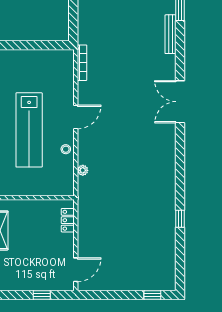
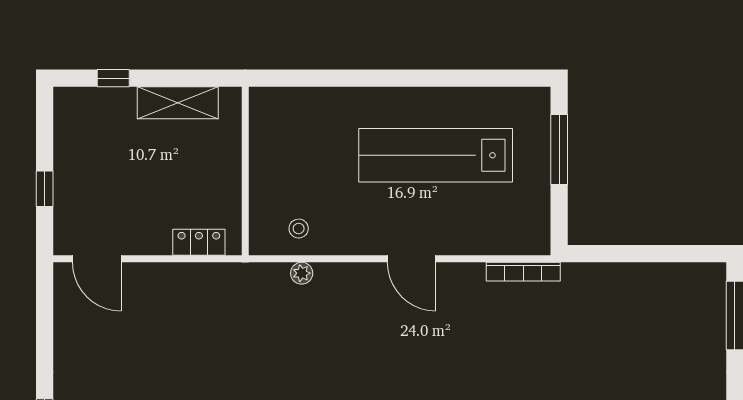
window: (23, 45) -> (559, 150), added
lab bench: (29, 130) -> (436, 155), moved
stool: (66, 149) -> (299, 229), moved

